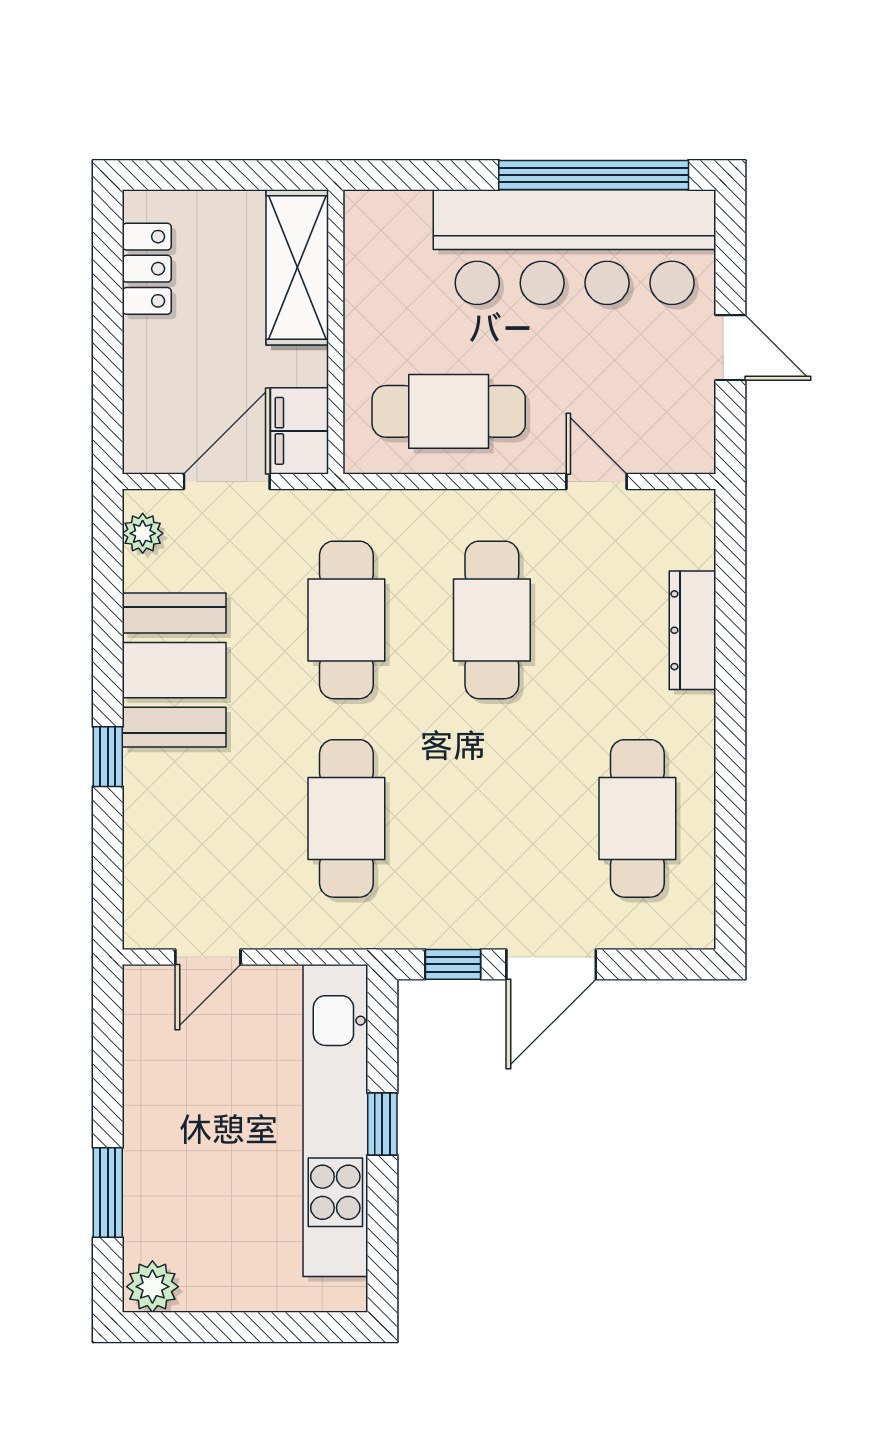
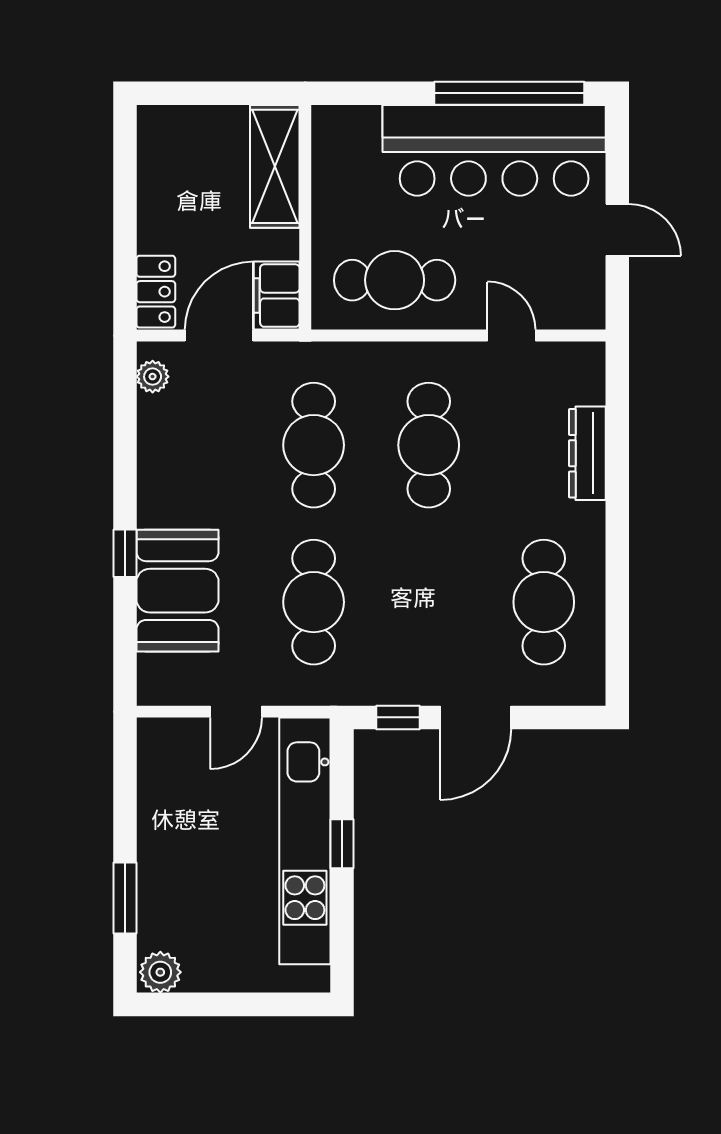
locker: (147, 269) -> (156, 292), moved
booth: (174, 670) -> (178, 591), moved
door: (208, 957) -> (236, 712), moved

